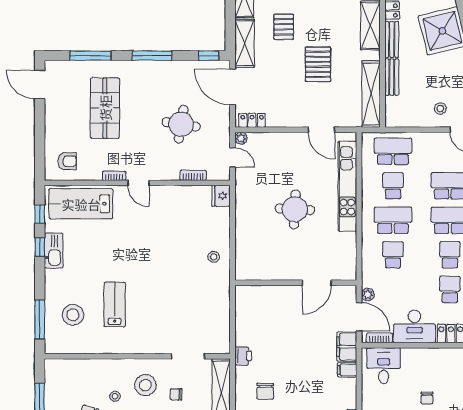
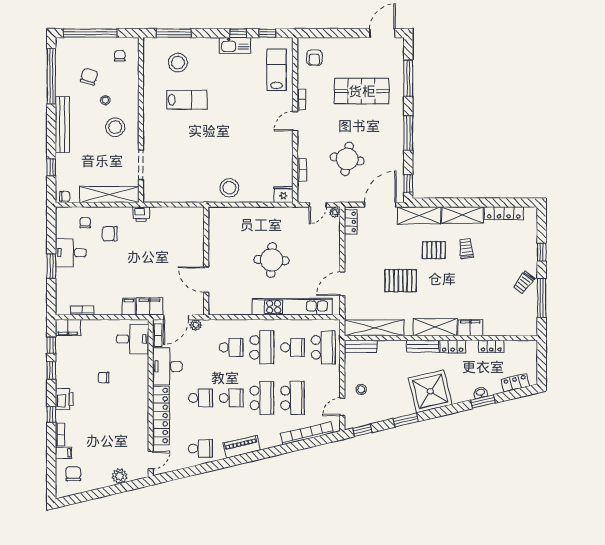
bench: (392, 77) -> (361, 346), moved
lab bench: (81, 204) -> (277, 70), width x0.73, depth x0.72
stool: (214, 257) -> (229, 188), width x1.89, depth x1.89
chair: (176, 394) -> (120, 56), moved

